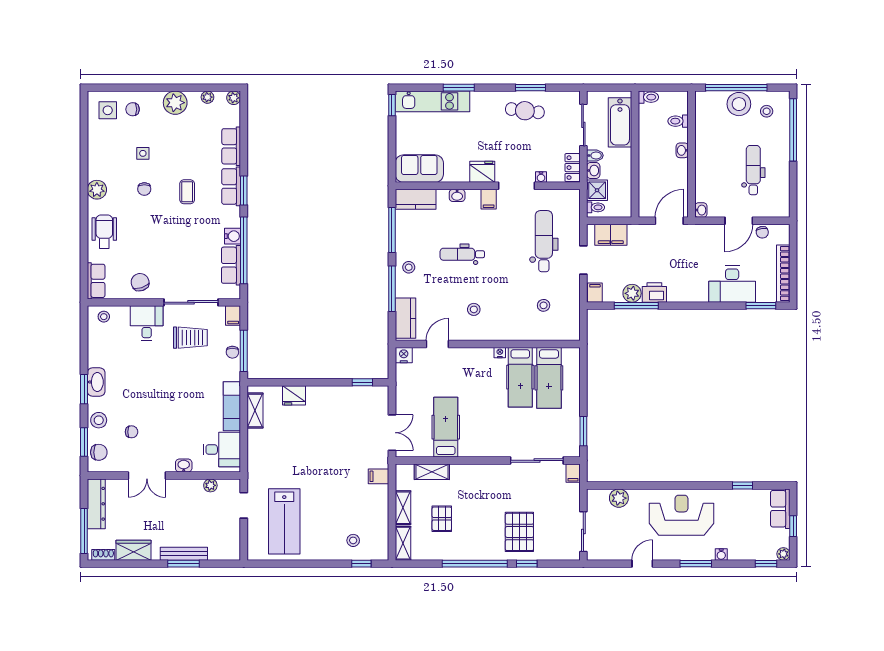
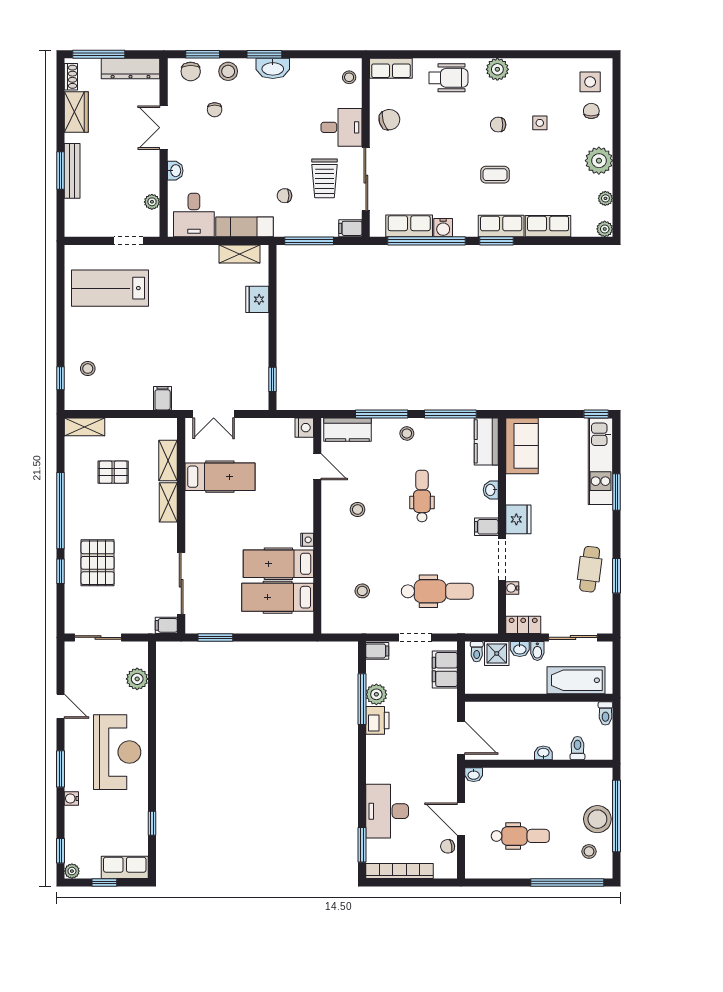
chair: (232, 352) -> (284, 196), moved
shelving: (403, 508) -> (168, 502), moved, turned 90
pallet: (519, 532) -> (98, 563), turned 90

